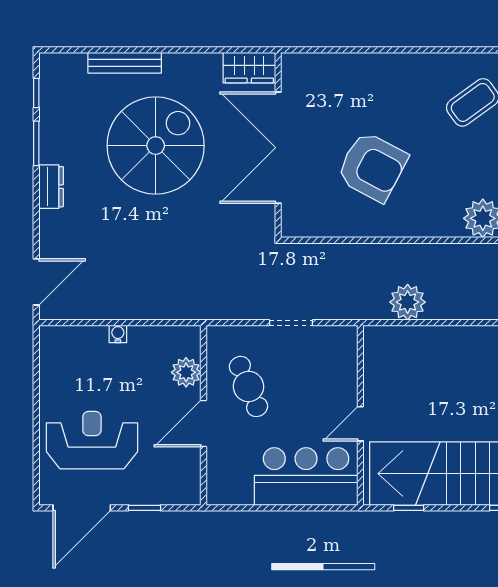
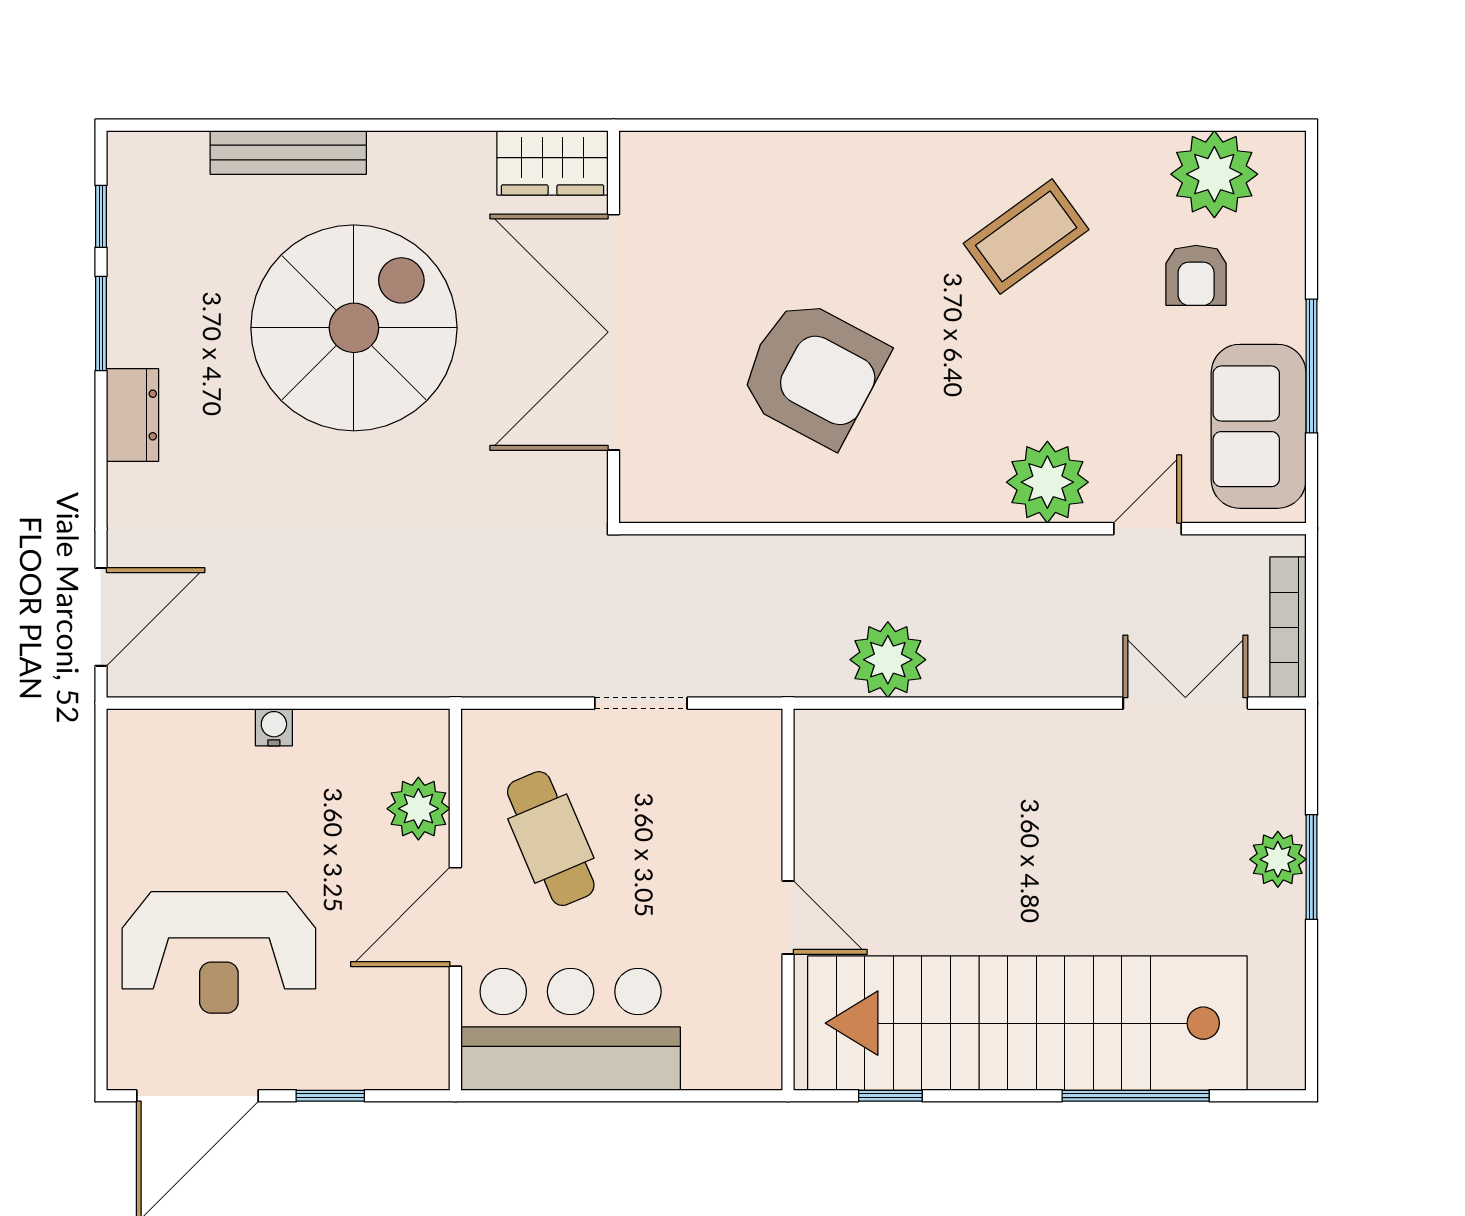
door: (360, 424) -> (788, 917), swing flipped
reception desk: (92, 440) -> (219, 952), turned 180
bar counter: (306, 476) -> (571, 1029), moved

